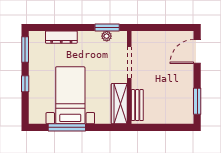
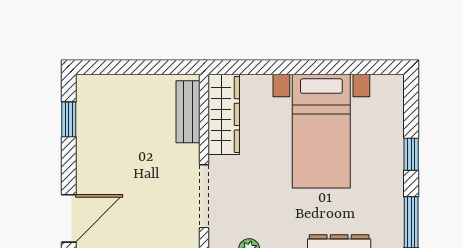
window: (197, 101) -> (69, 119), width x0.67
window: (67, 127) -> (328, 67), removed

